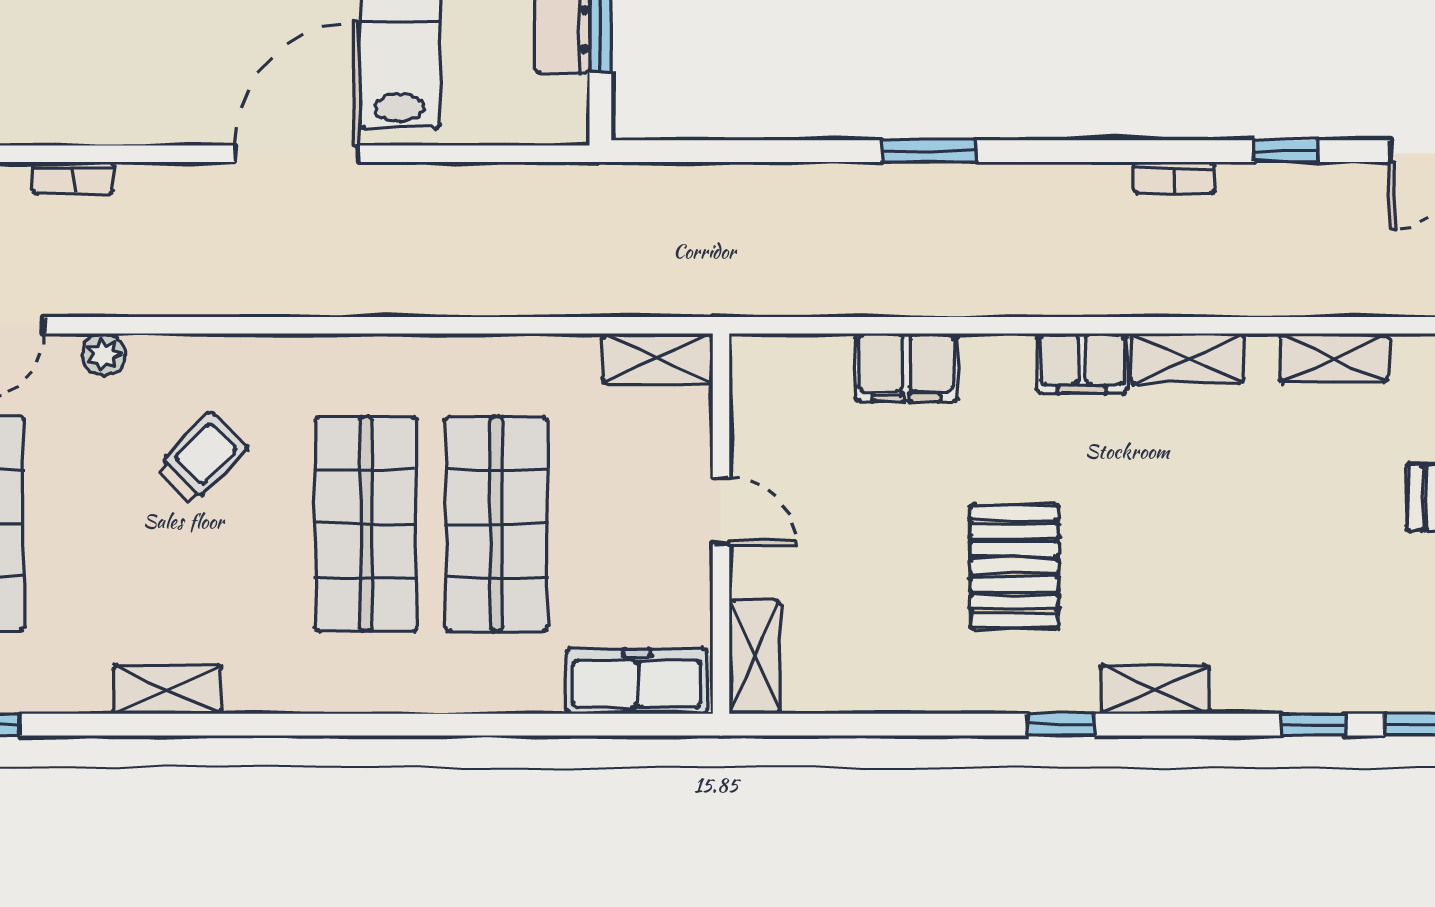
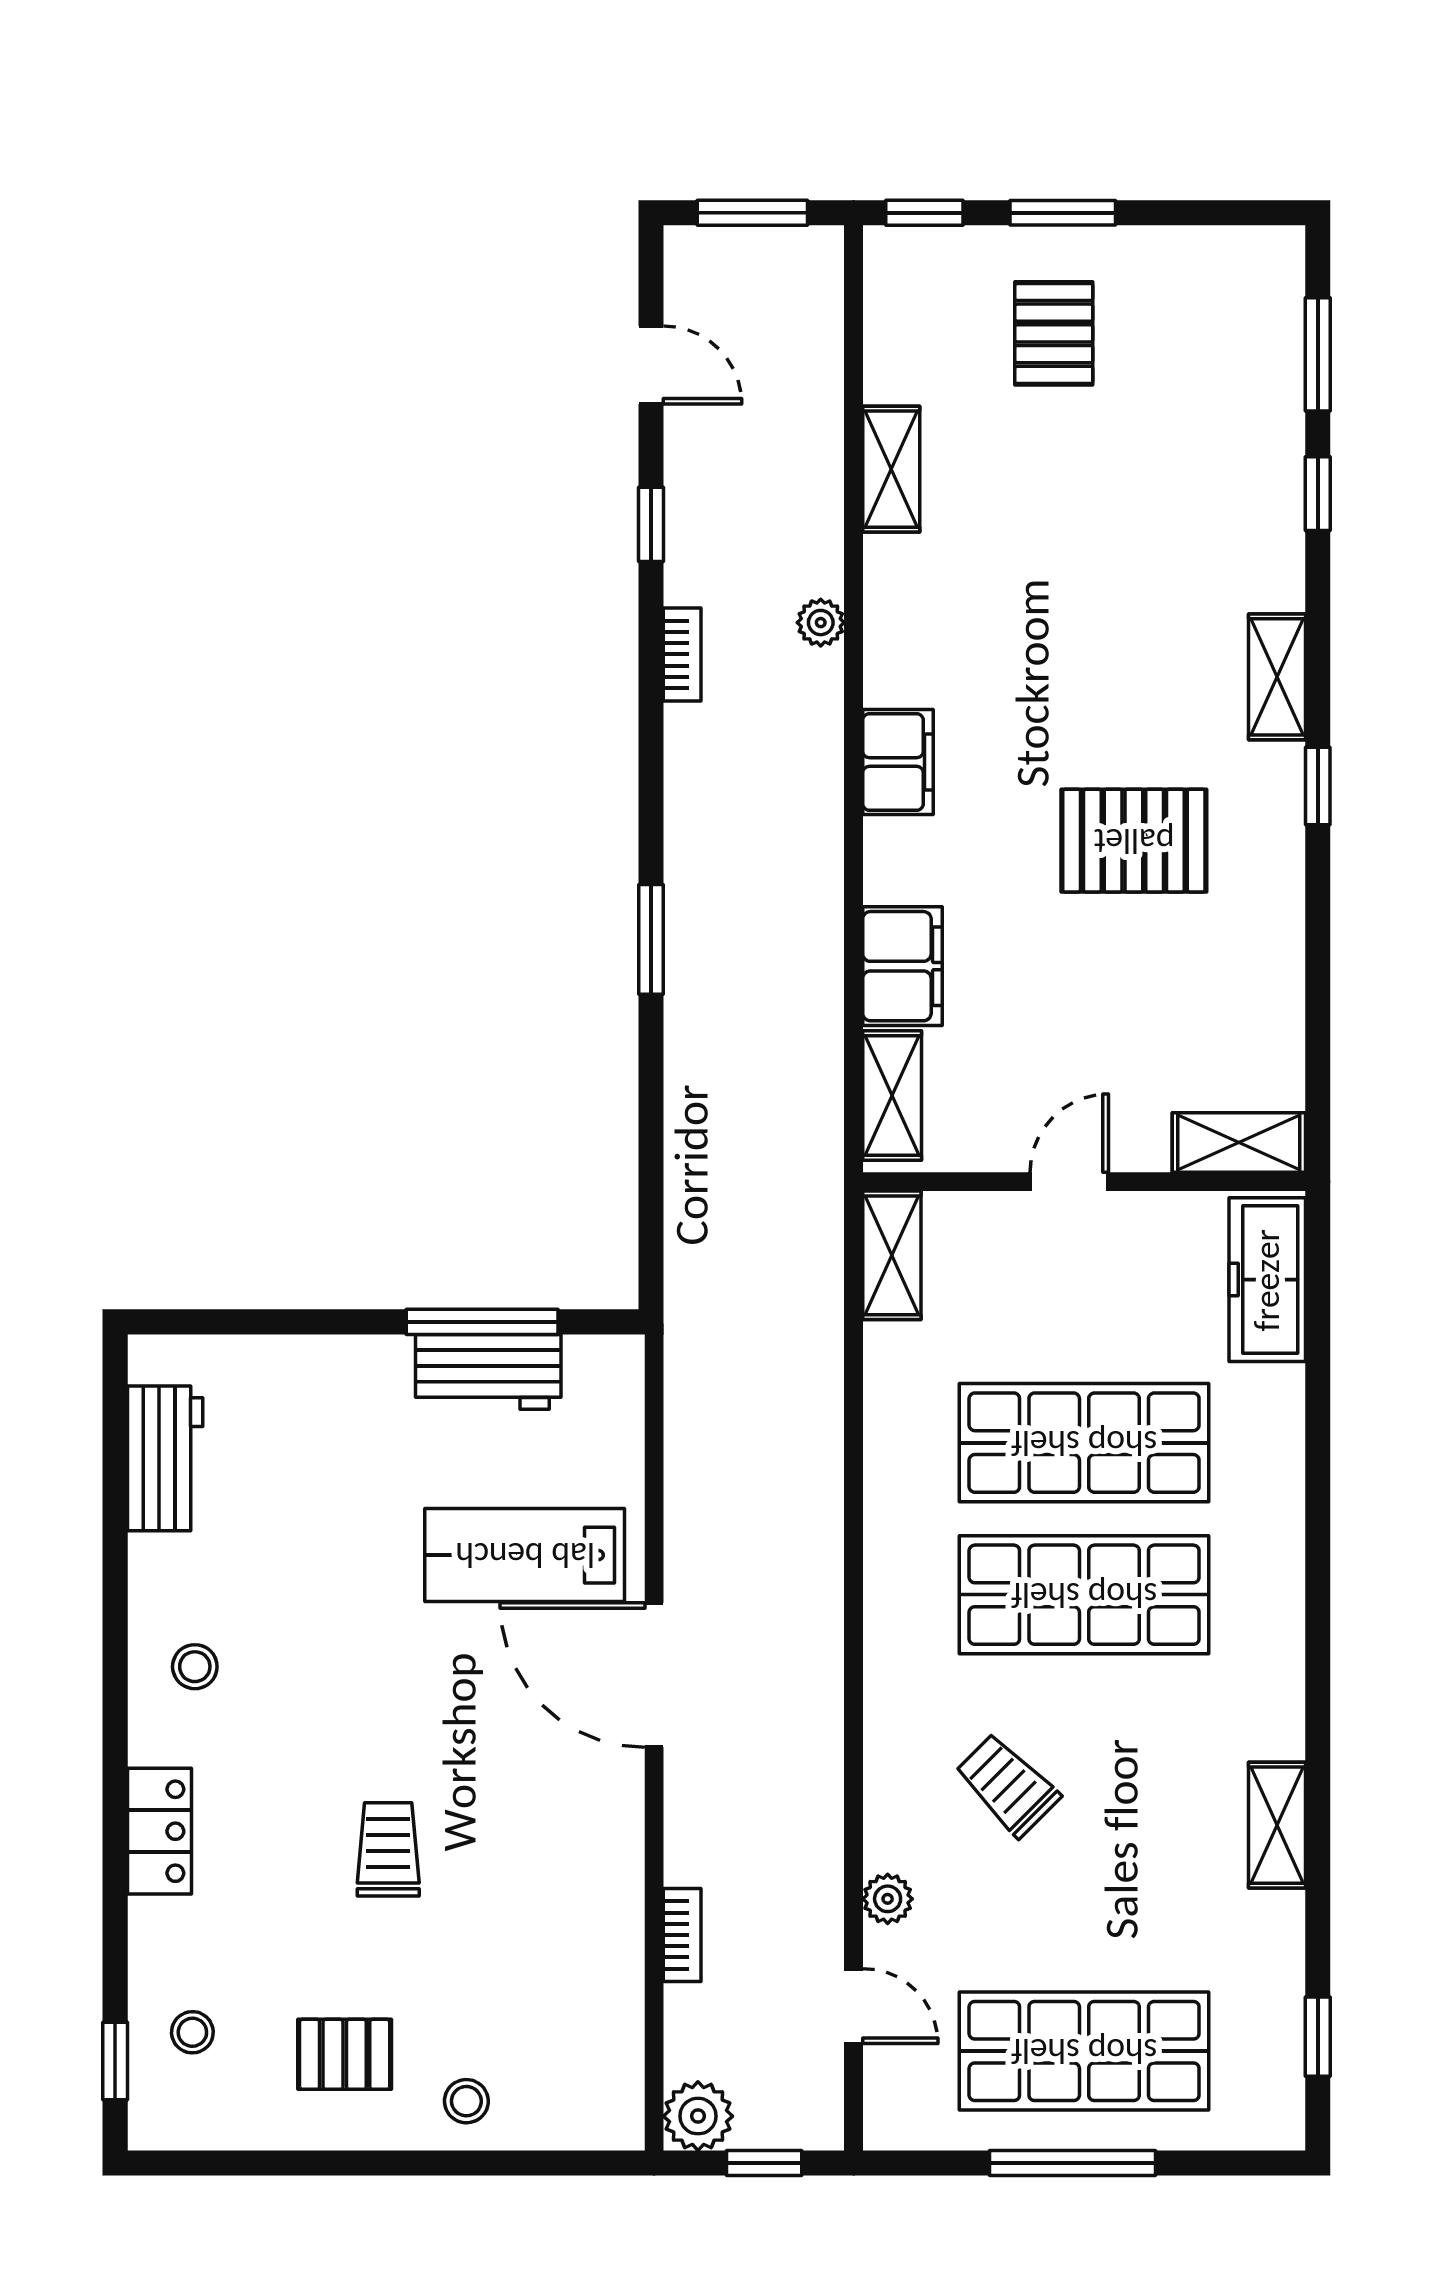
plant: (1202, 297) -> (821, 623), added
shelving: (1187, 358) -> (892, 1095), moved

